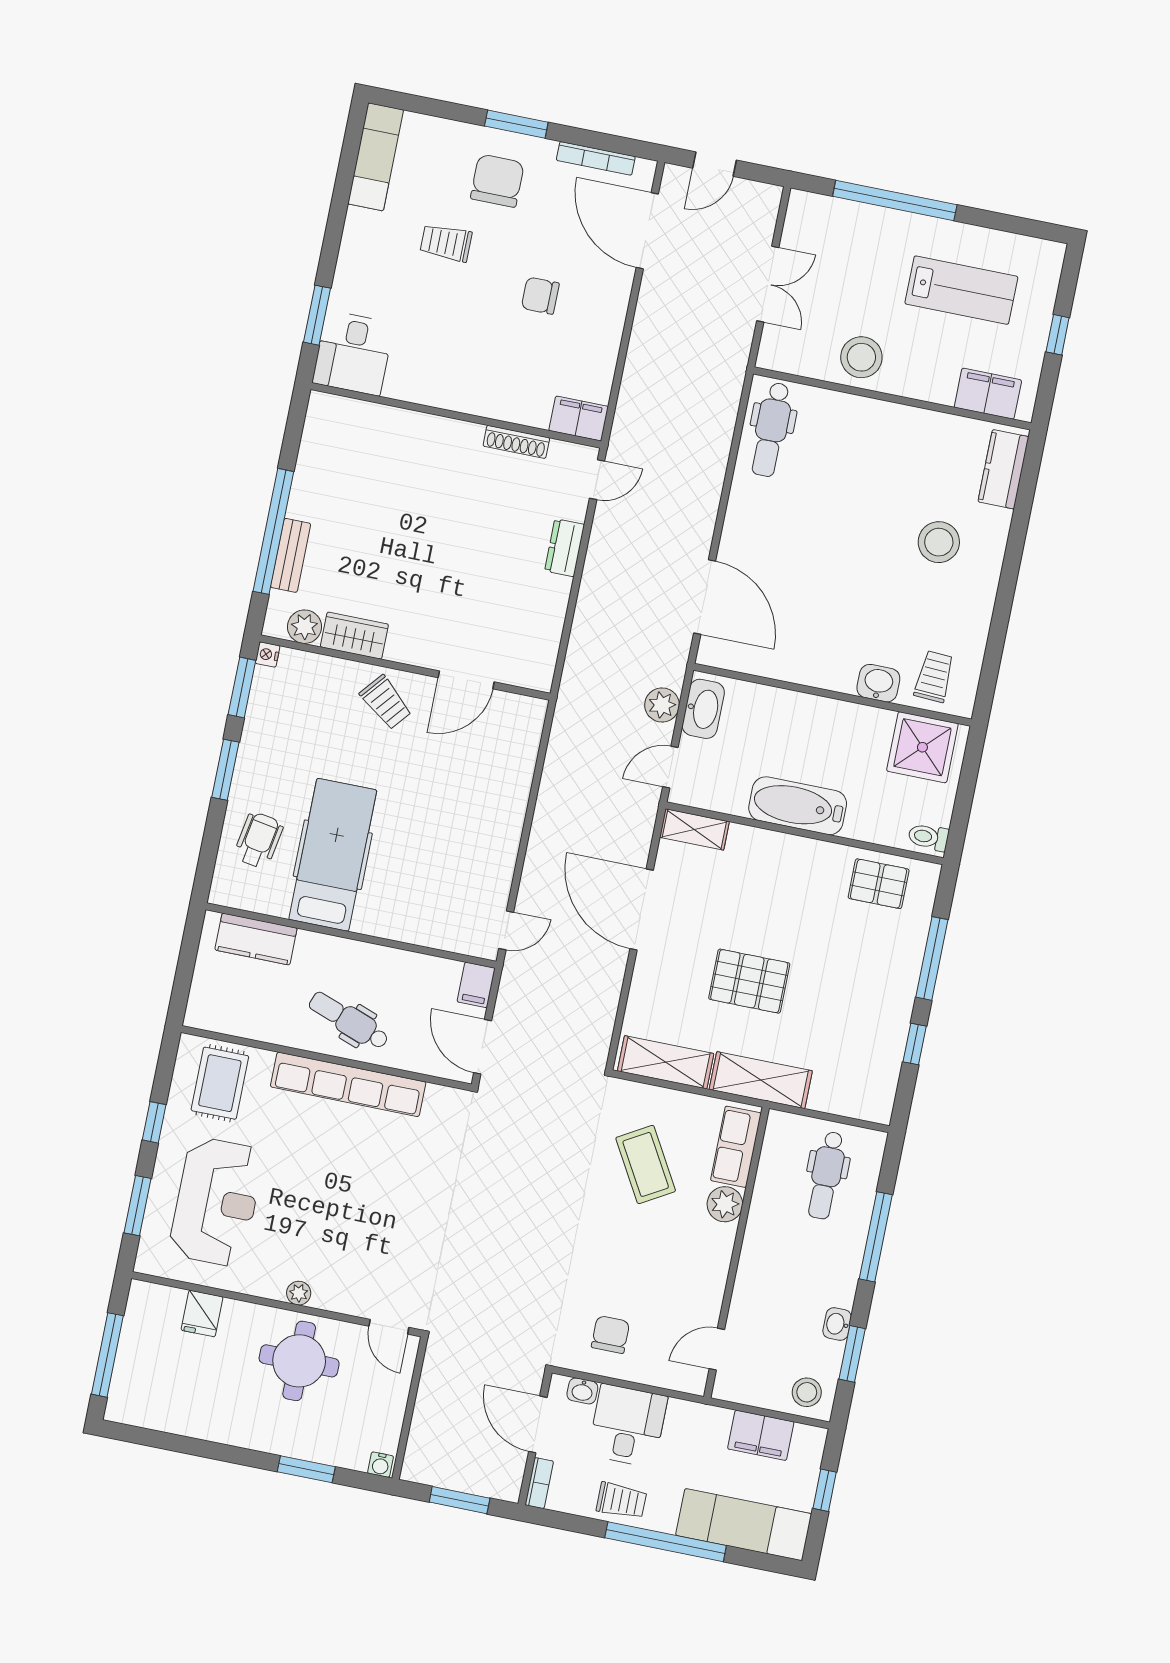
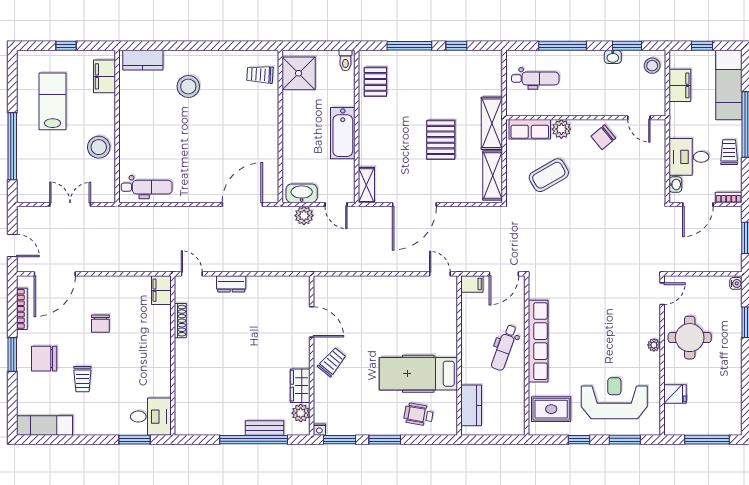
washbasin: (878, 683) -> (269, 103), removed
chair: (610, 1335) -> (603, 137), moved, turned -40

